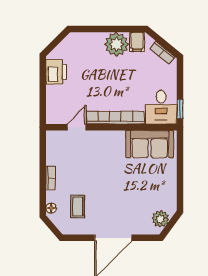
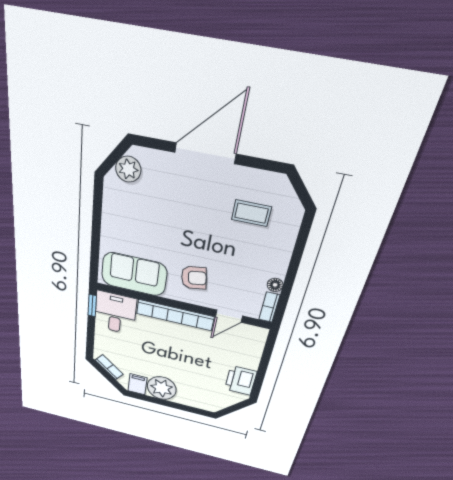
armchair: (107, 152) -> (194, 278), added
bookcase: (51, 178) -> (269, 307), moved
coffee table: (78, 206) -> (251, 213), turned 90
floor lamp: (51, 208) -> (275, 285), moved

